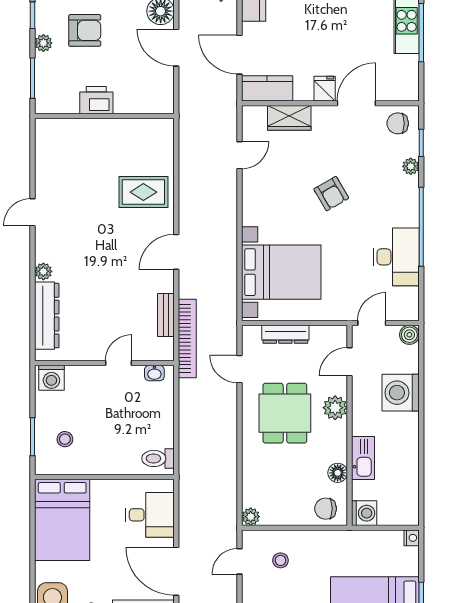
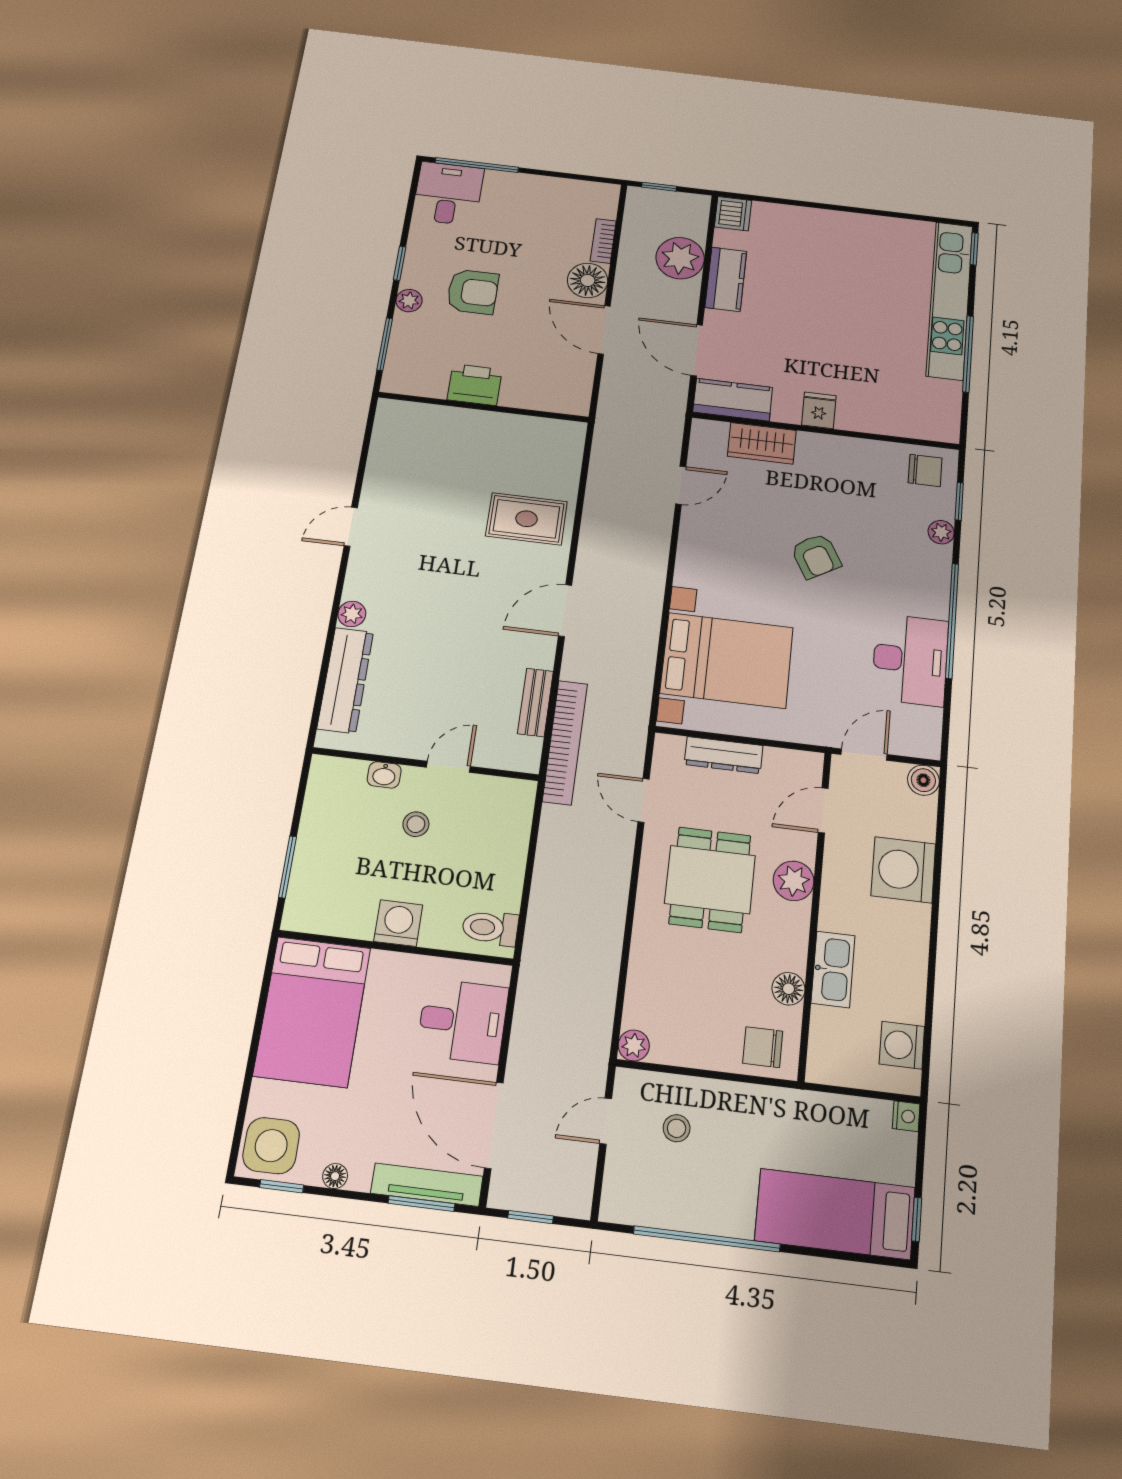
door: (356, 103) -> (865, 436), removed
chair: (398, 123) -> (925, 470), turned 180
washbasin: (154, 373) -> (384, 775), moved
washing machine: (51, 378) -> (398, 923), moved, turned 180
stool: (65, 439) -> (416, 824), moved
washing machine: (364, 513) -> (902, 1045), moved, turned 180

